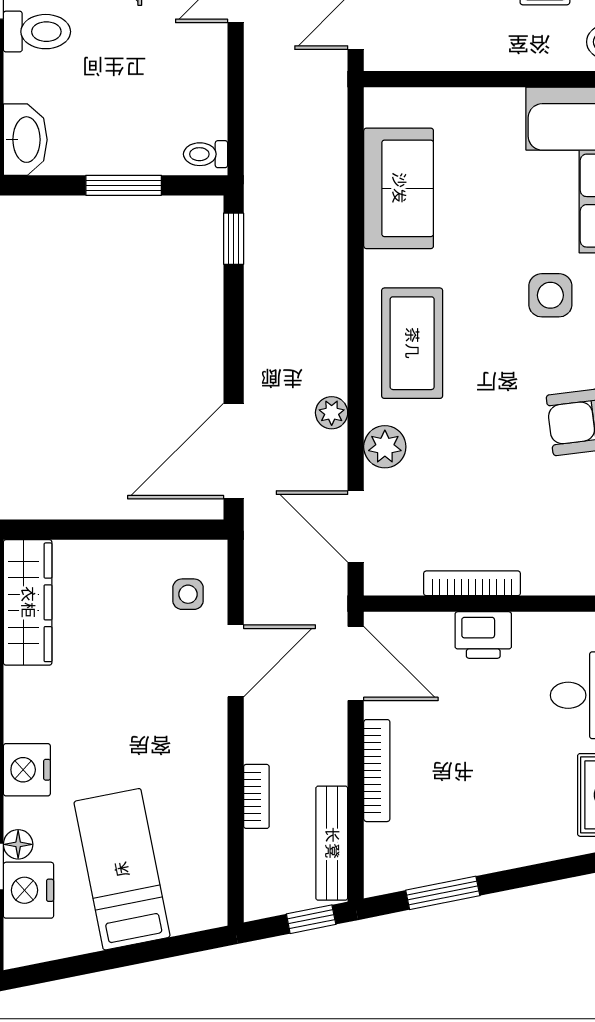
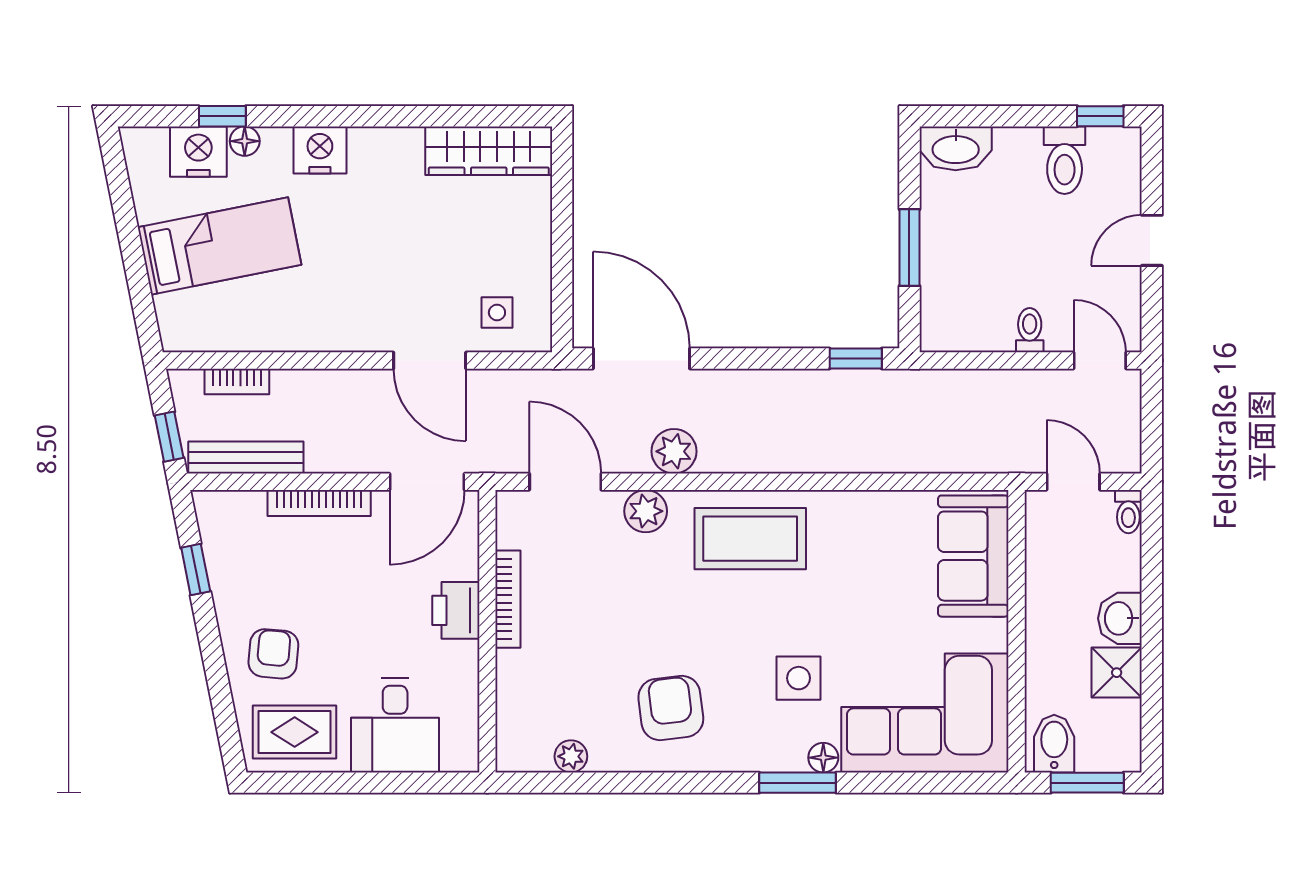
toilet: (206, 154) -> (1030, 330), moved
sofa: (399, 188) -> (973, 556), moved, turned 90
plant: (332, 413) -> (674, 451), width x1.38, depth x1.38
door: (356, 526) -> (565, 482), hinge flipped
bookcase: (256, 796) -> (237, 382), moved
armchair: (526, 816) -> (273, 654), added
window: (443, 893) -> (196, 570), width x0.67

